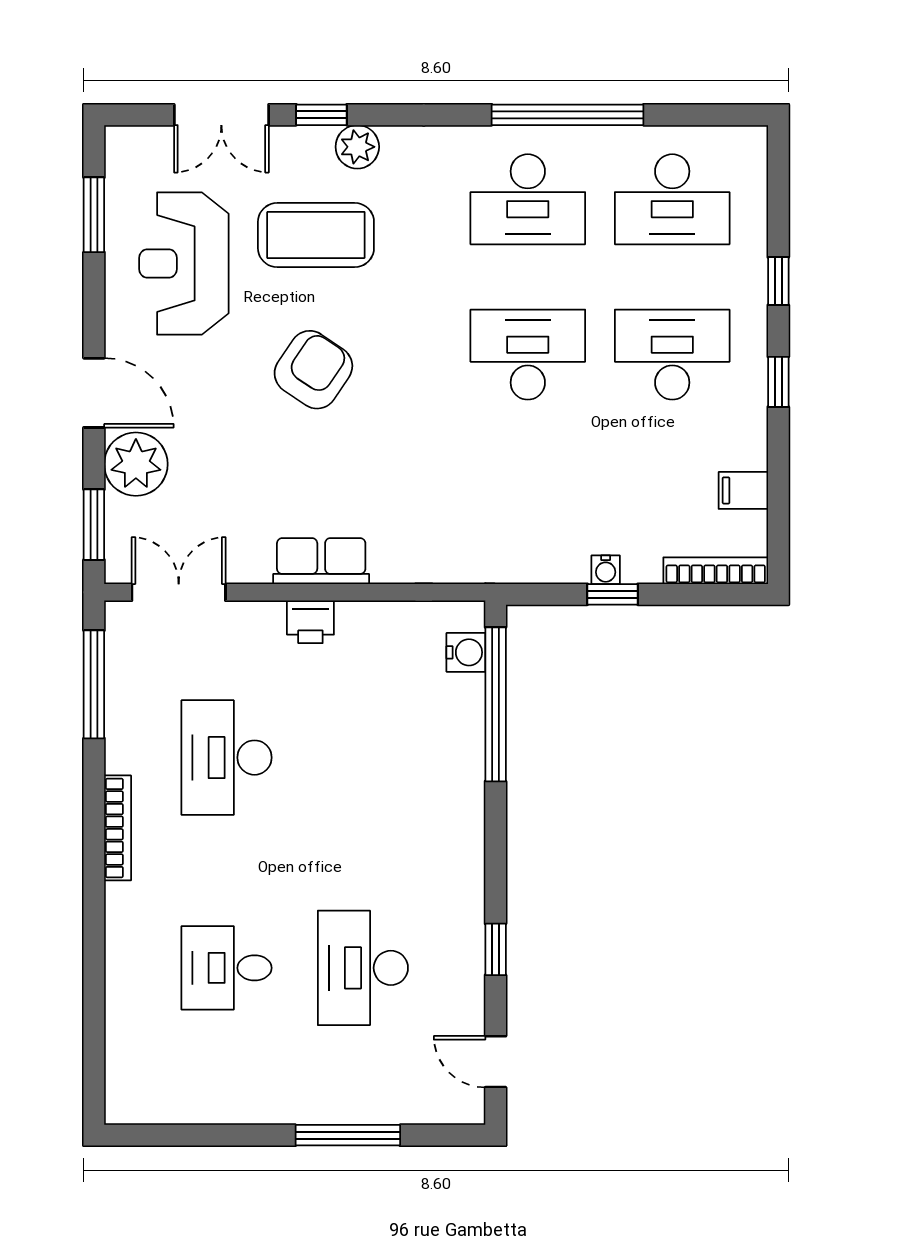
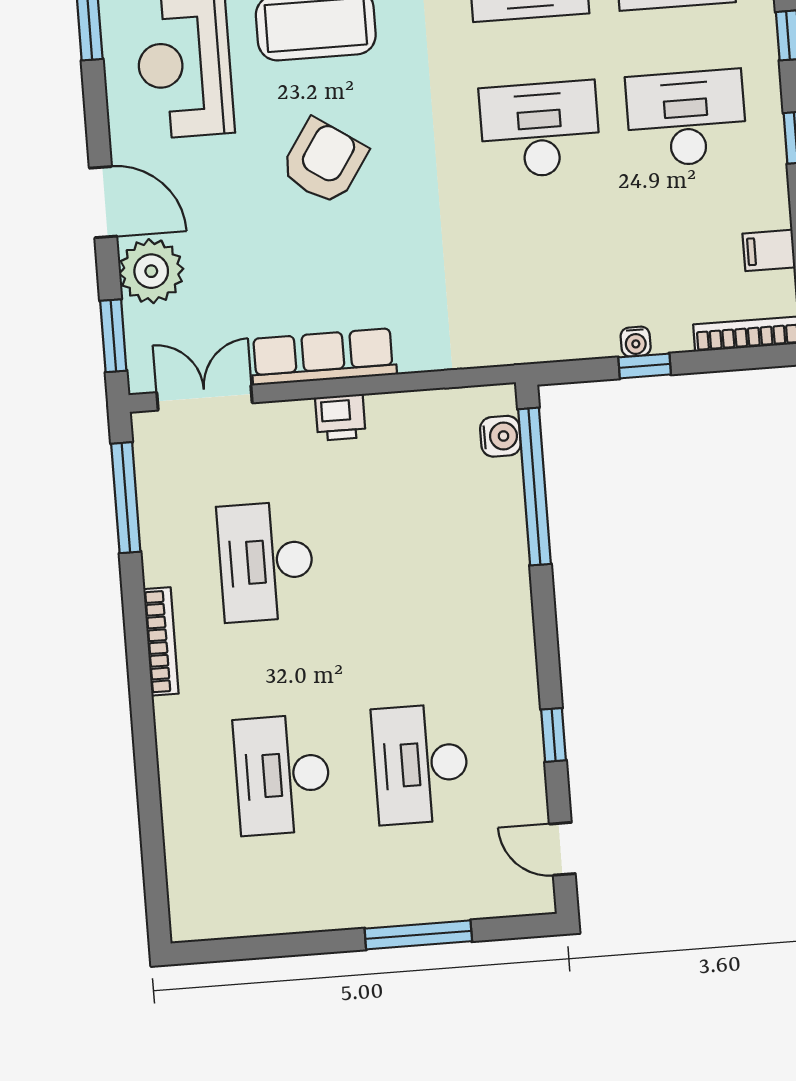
row of seats: (321, 561) -> (323, 357), width x1.48
desk: (227, 968) -> (282, 775), width x1.37

